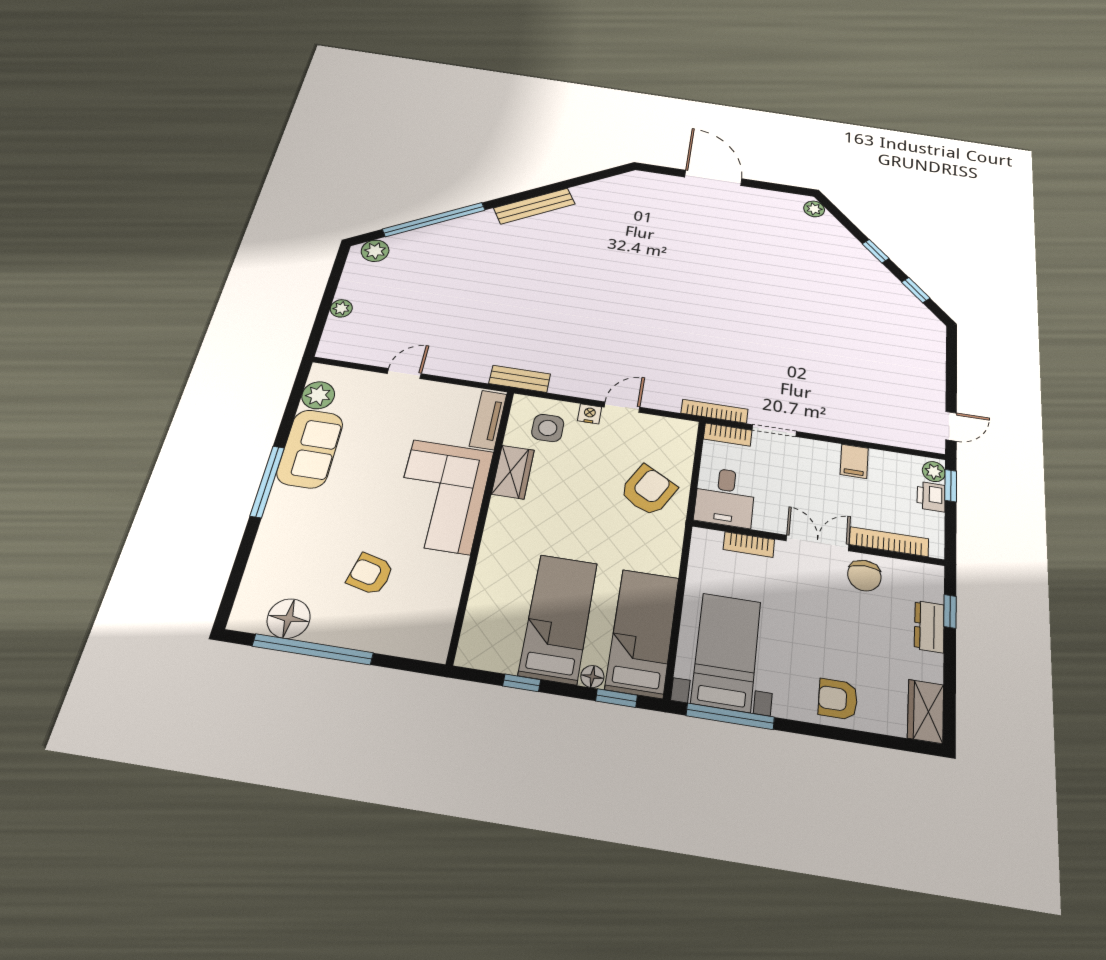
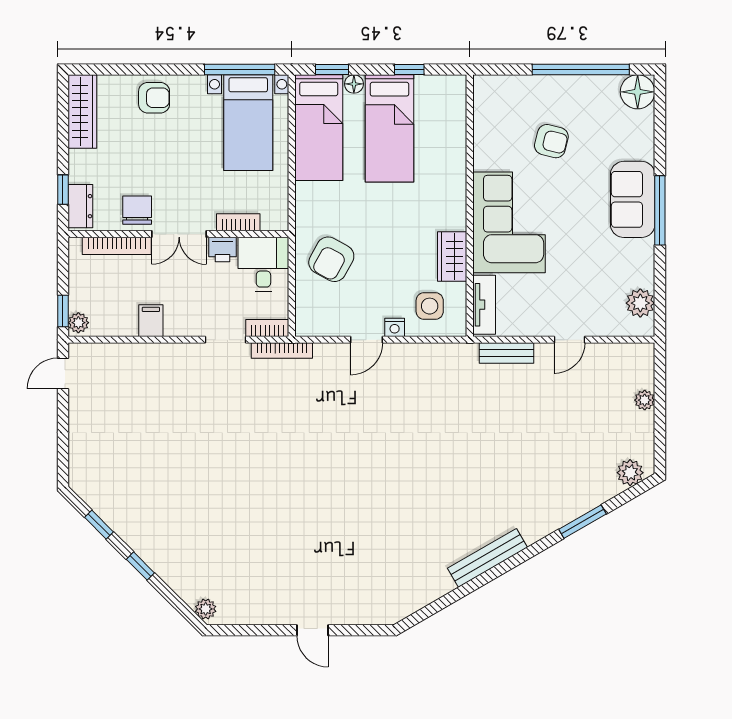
door: (713, 178) -> (312, 630), width x0.53
window: (434, 220) -> (583, 522), width x0.47
bench: (520, 379) -> (507, 353), moved
sofa: (310, 449) -> (633, 199), moved
printer: (931, 497) -> (222, 249), moved, turned 90
floor lamp: (289, 619) -> (638, 92), moved
dresser: (929, 627) -> (80, 206), moved
wardrobe: (926, 711) -> (82, 112), width x1.50

